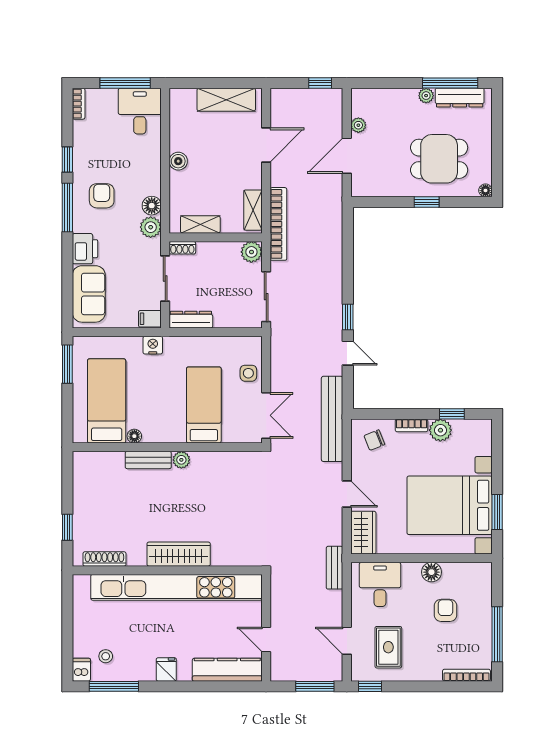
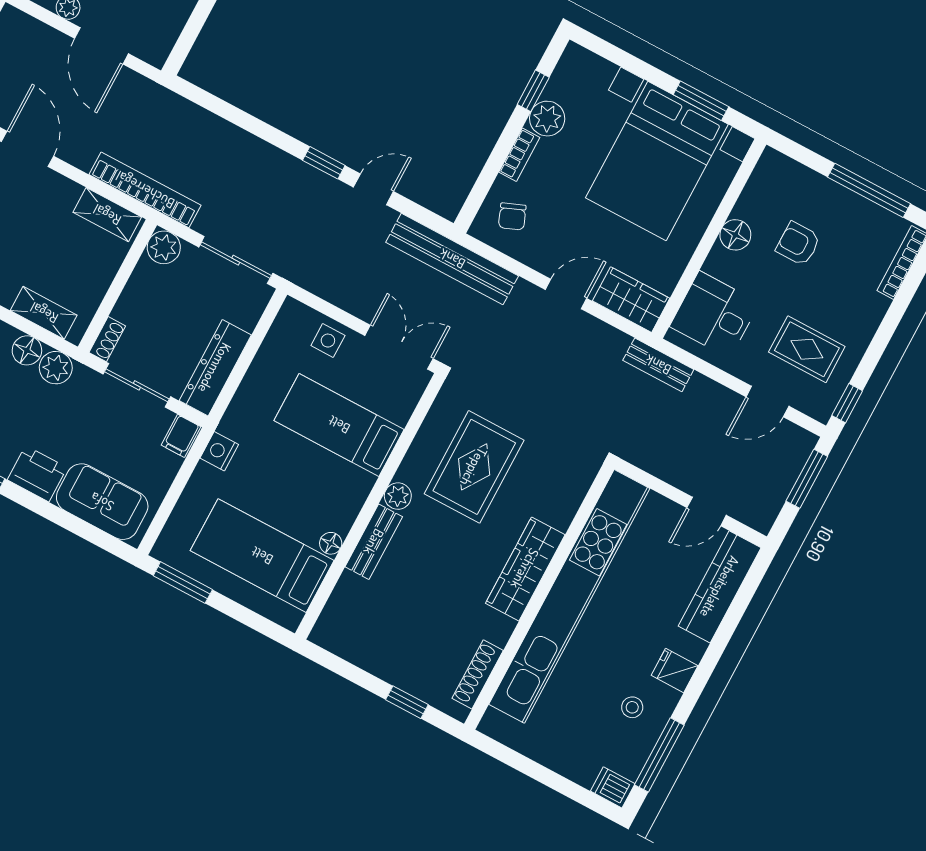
shelving: (200, 224) -> (44, 313), moved, turned 90
dresser: (191, 320) -> (215, 368), width x1.37, depth x1.24
rug: (221, 494) -> (474, 467), added
stool: (106, 656) -> (632, 707), moved

